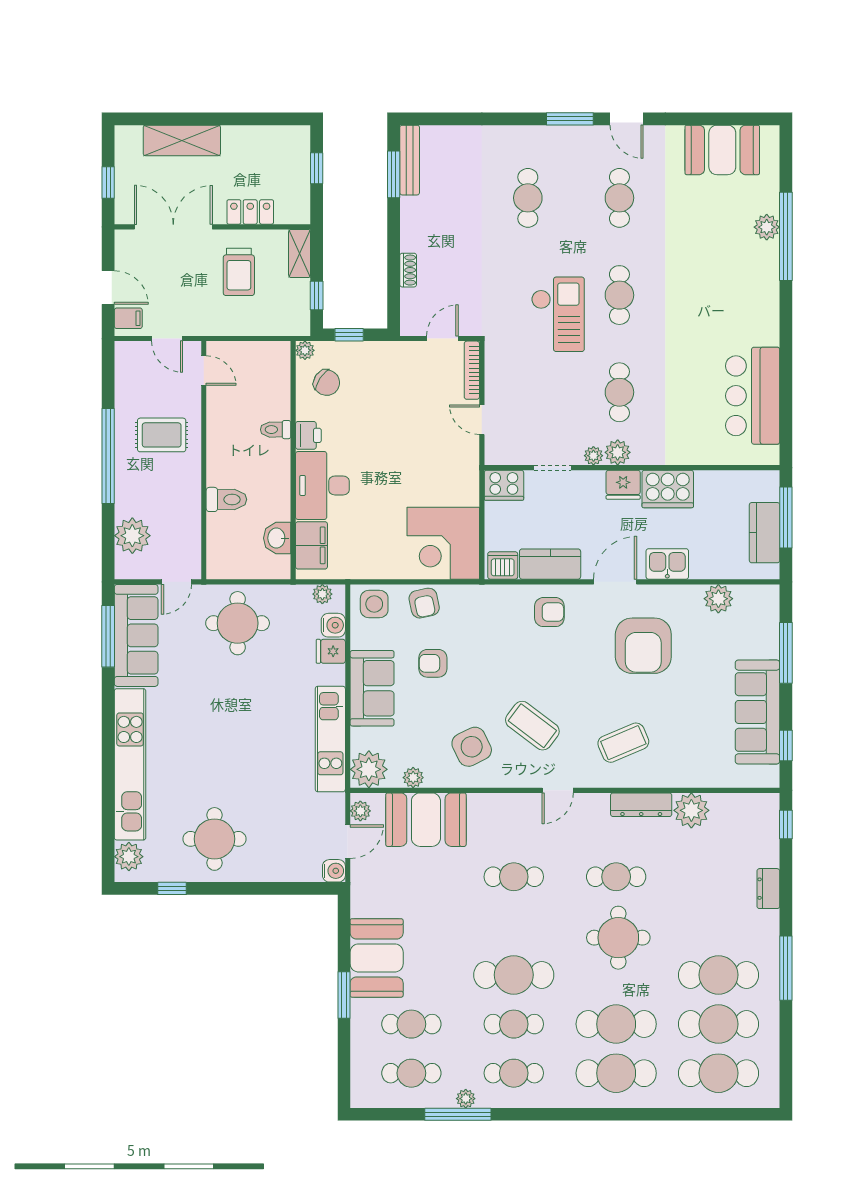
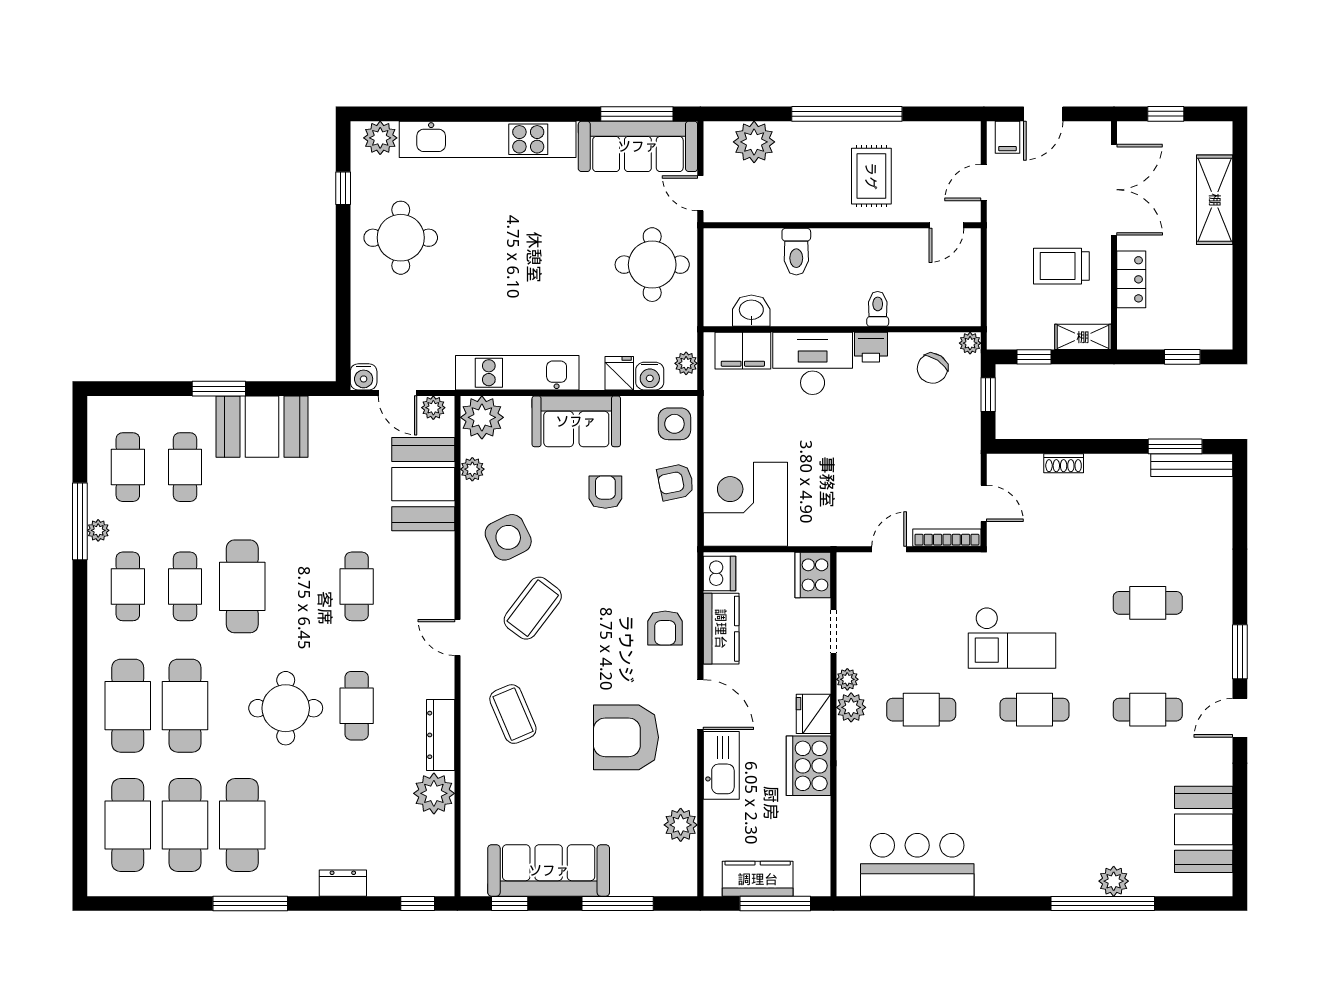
kitchen sink: (667, 564) -> (721, 765), width x1.38

